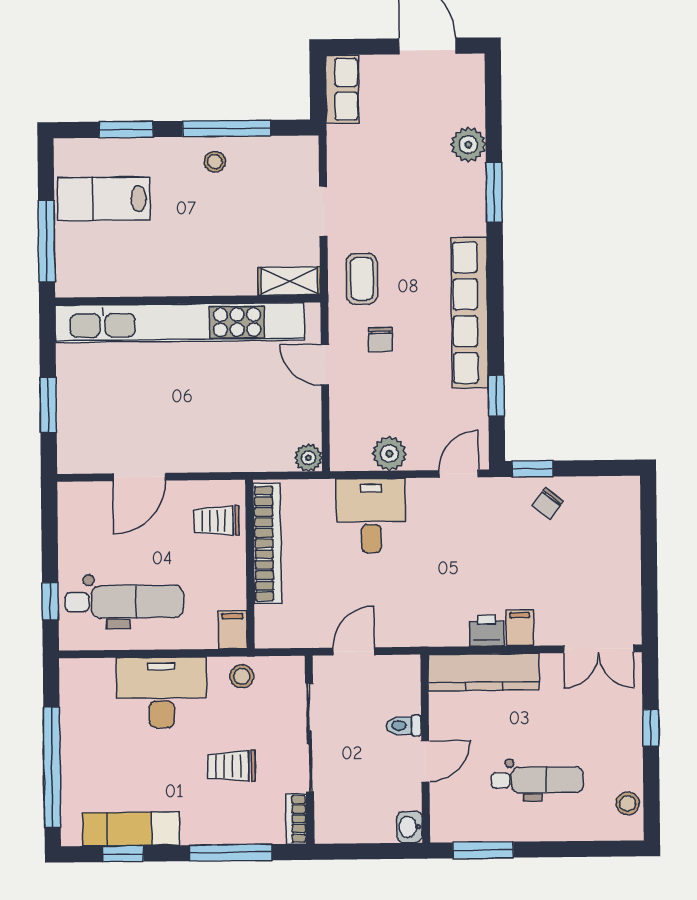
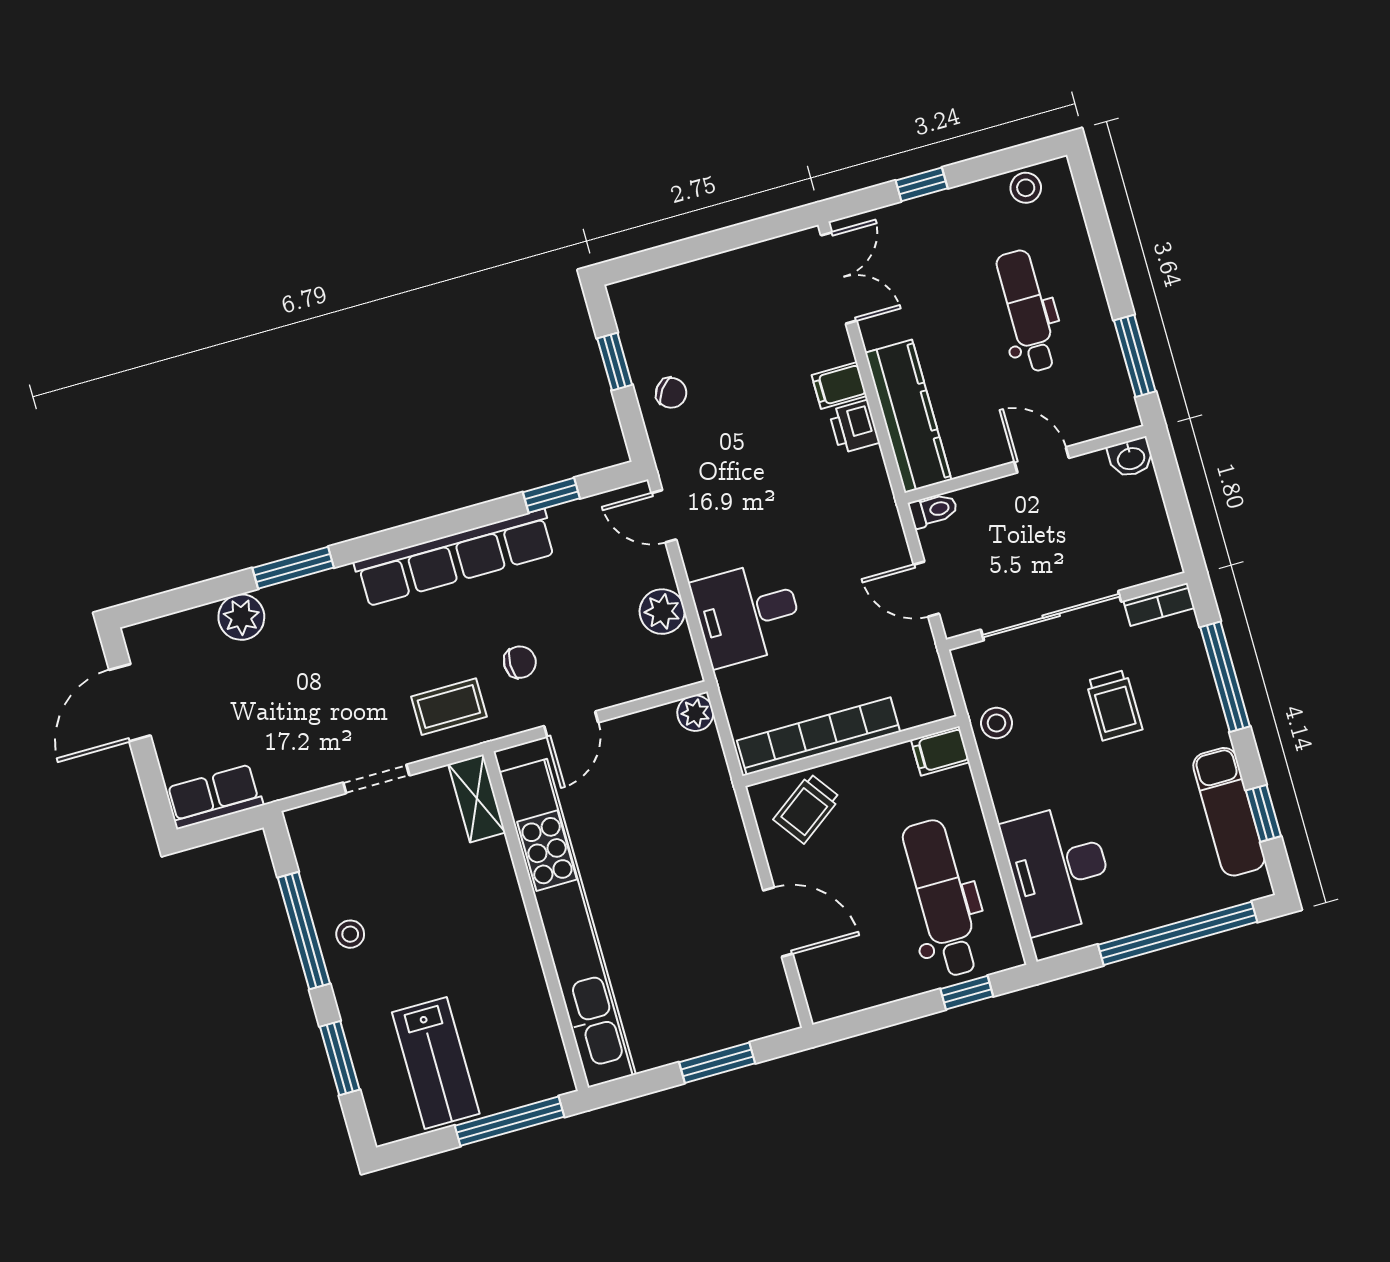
window: (532, 469) -> (615, 362), moved
trolley: (217, 521) -> (807, 808), turned 54
desk: (162, 692) -> (1059, 869), moved
toilet: (404, 726) -> (933, 510), moved, turned -90

